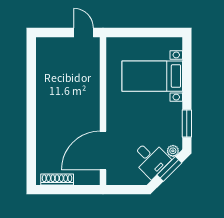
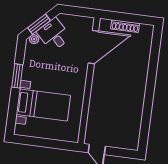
window: (187, 123) -> (17, 76), moved
shoe rack: (57, 180) -> (125, 26), moved

